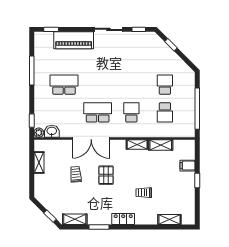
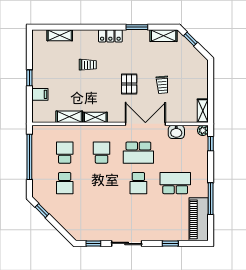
window: (51, 29) -> (170, 243), moved
piano: (74, 40) -> (199, 219), moved, turned -90
window: (171, 45) -> (42, 211), moved
school desk: (64, 85) -> (175, 183), turned 180
school desk: (98, 85) -> (138, 183), added
school desk: (131, 112) -> (102, 153), turned 180
washbasin: (52, 131) -> (176, 132), moved
shelving: (39, 162) -> (203, 111), moved

